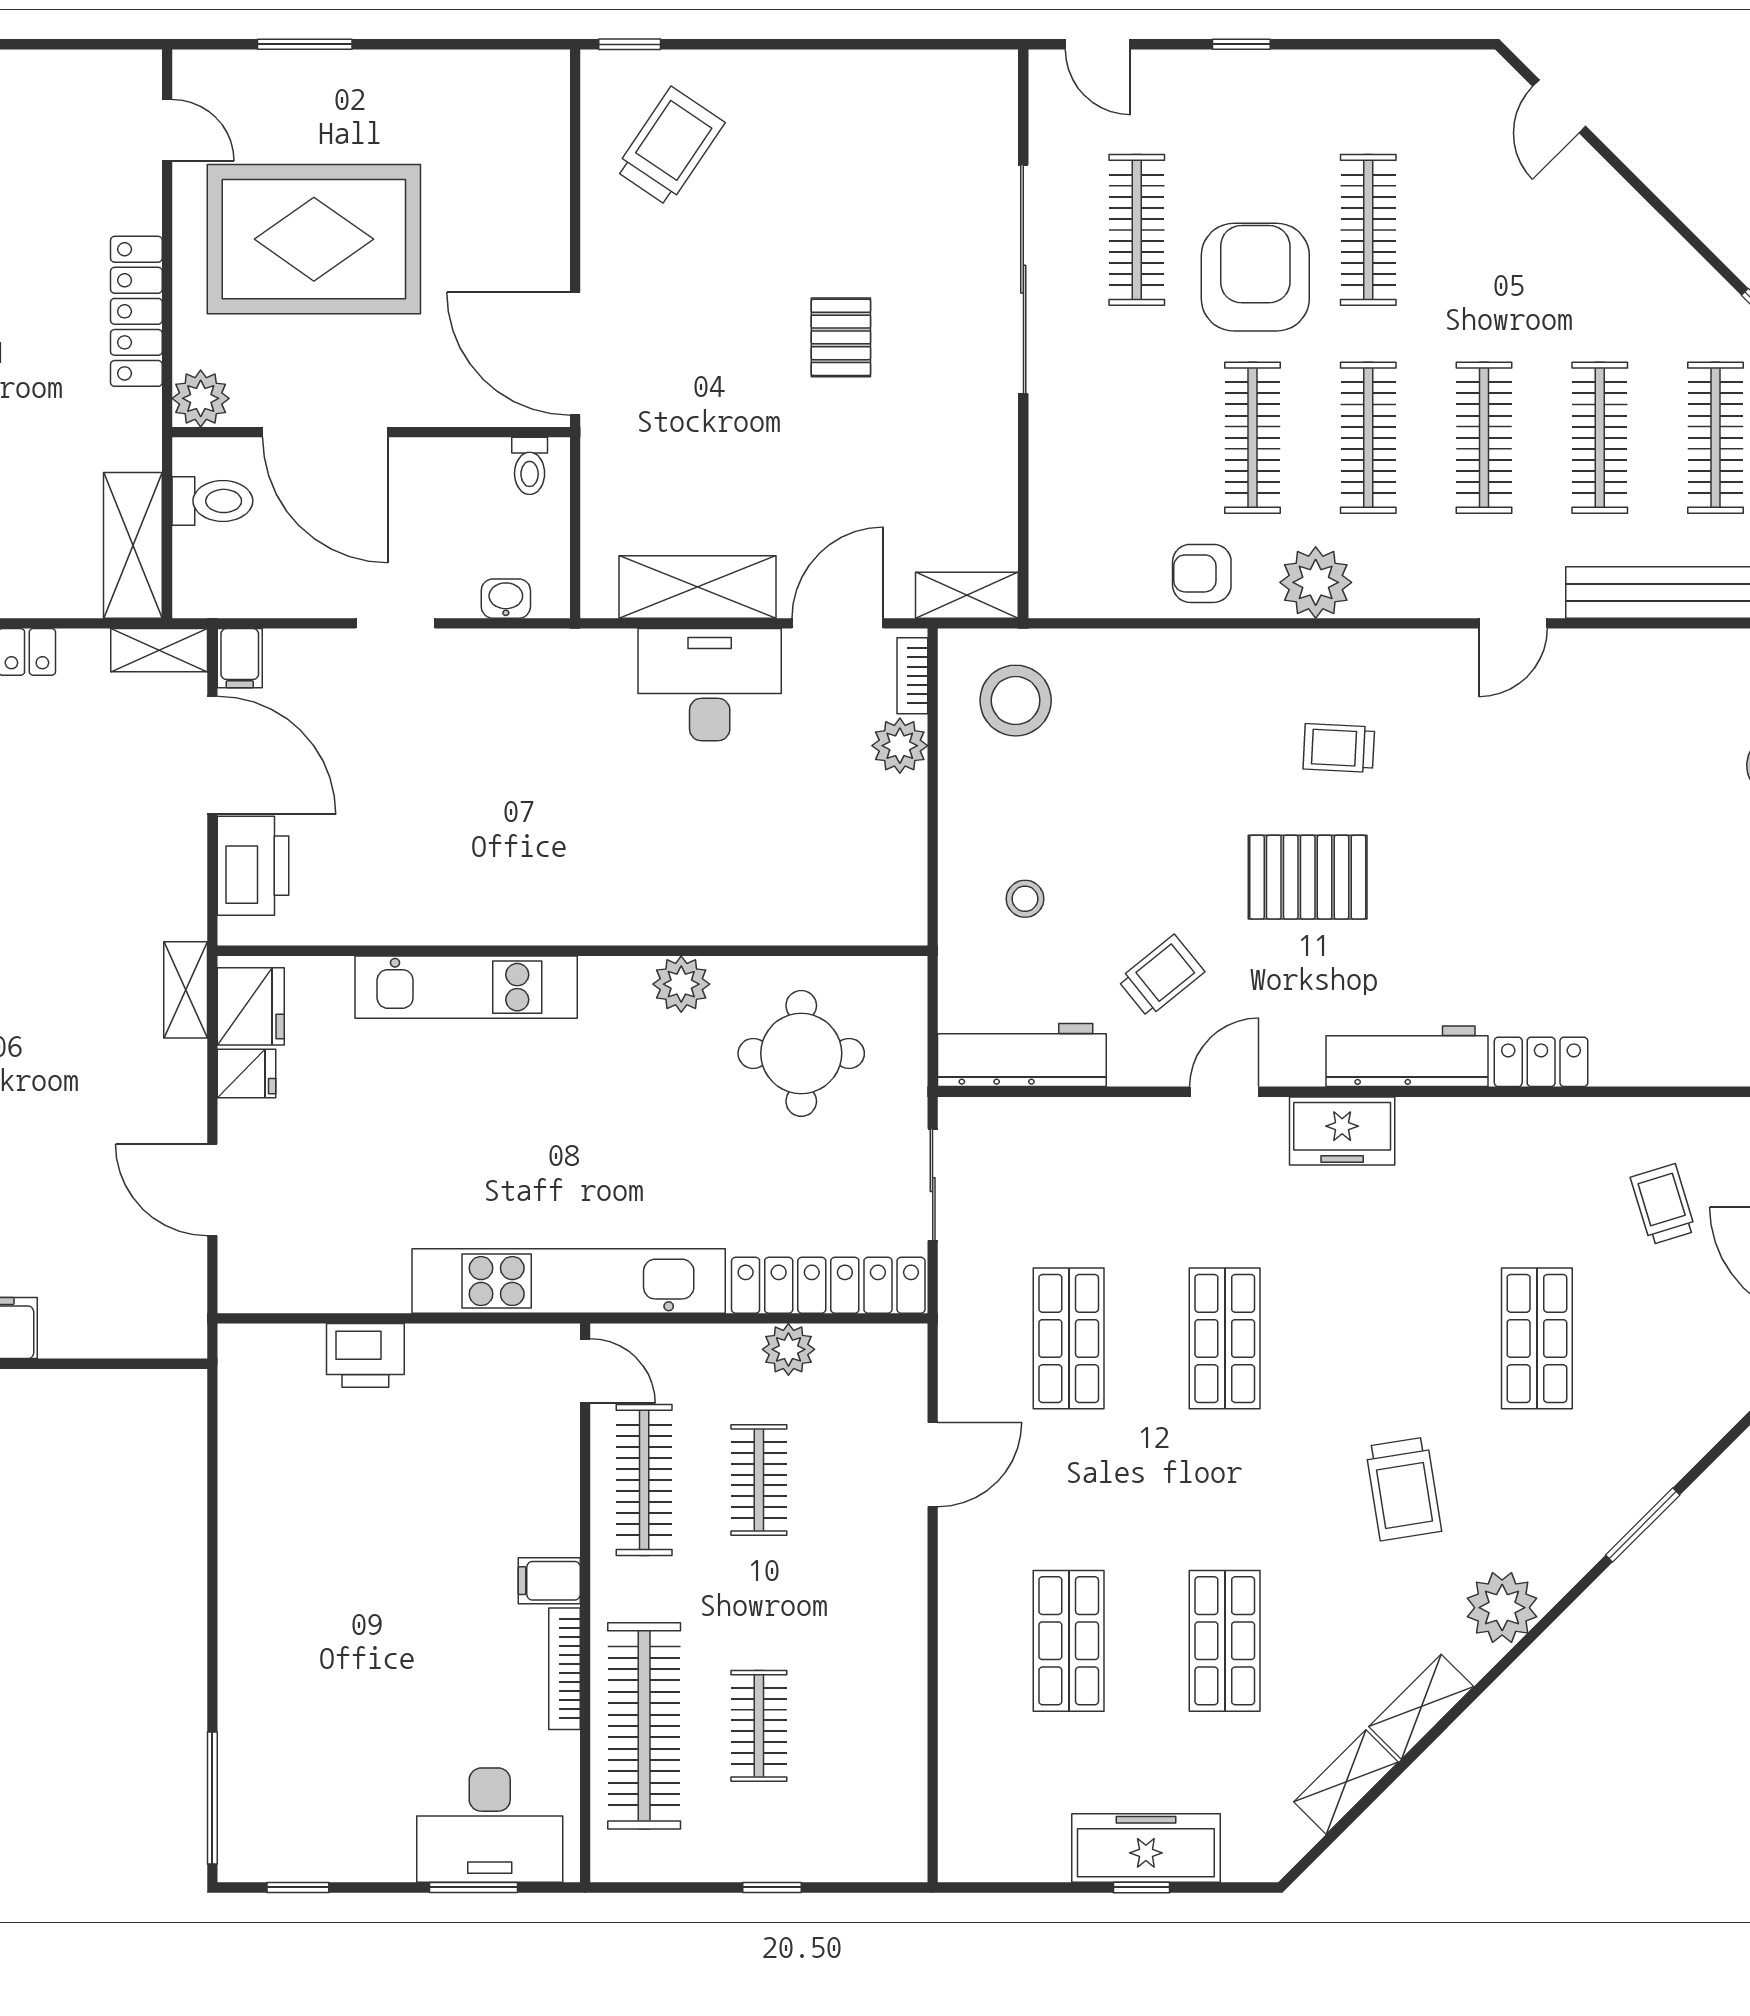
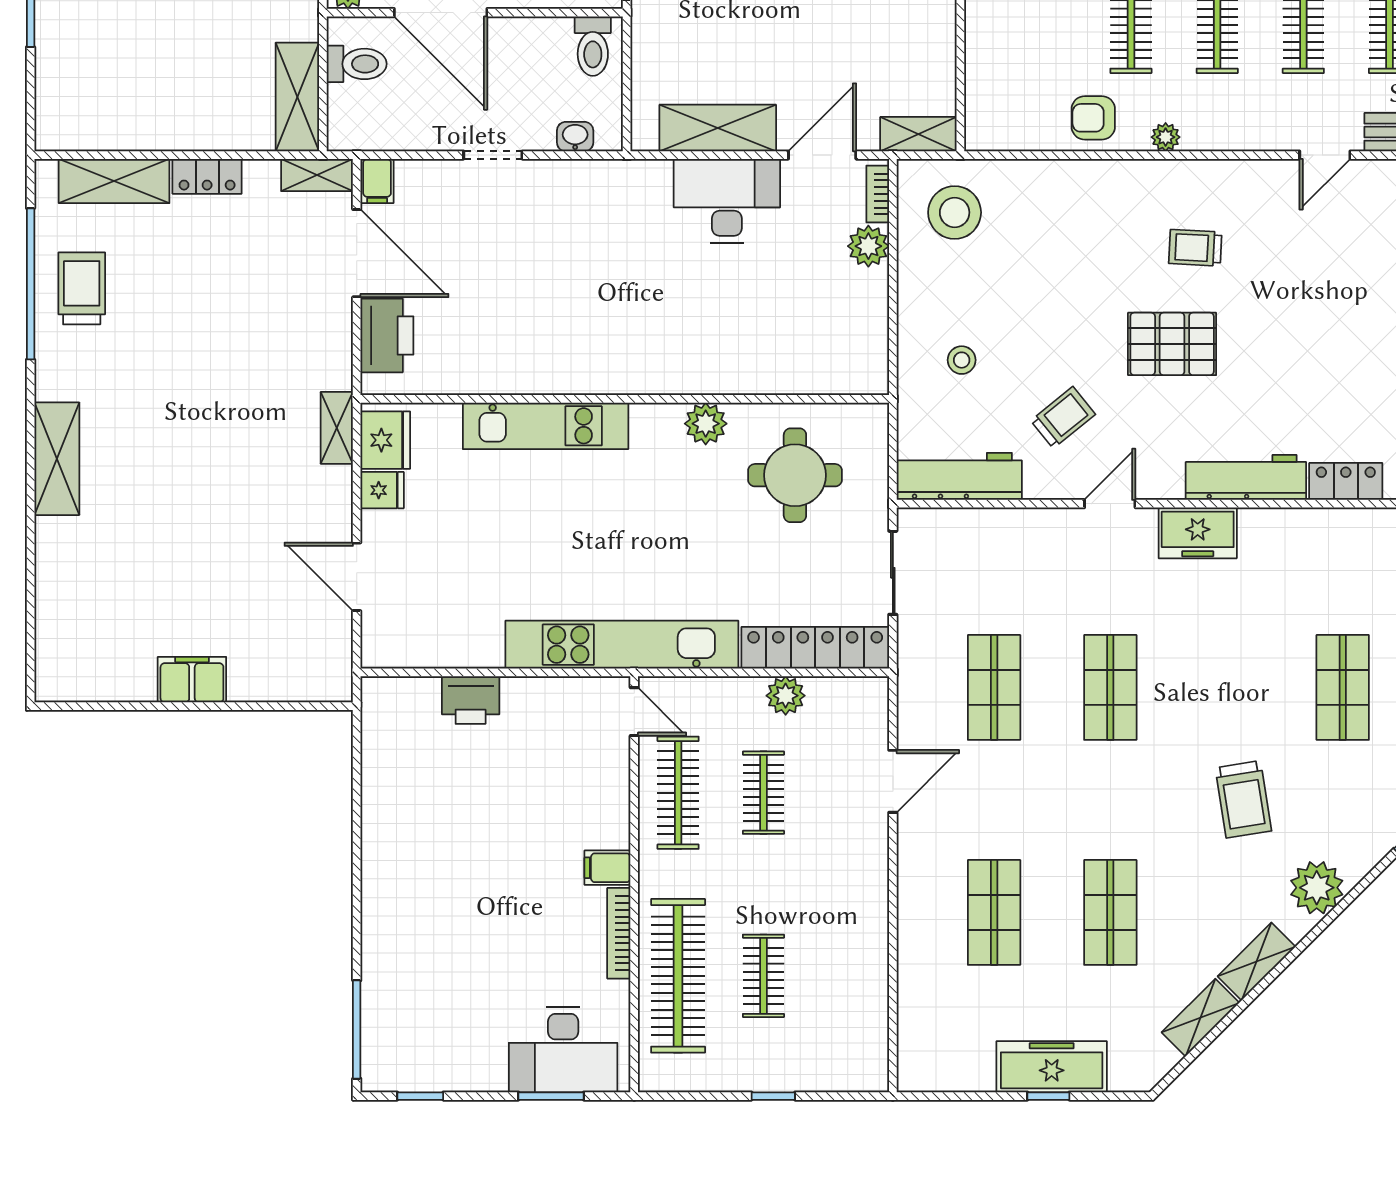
toilet: (530, 466) -> (593, 46), width x1.37, depth x1.39
plant: (1316, 582) -> (1166, 137), width x0.53, depth x0.53

